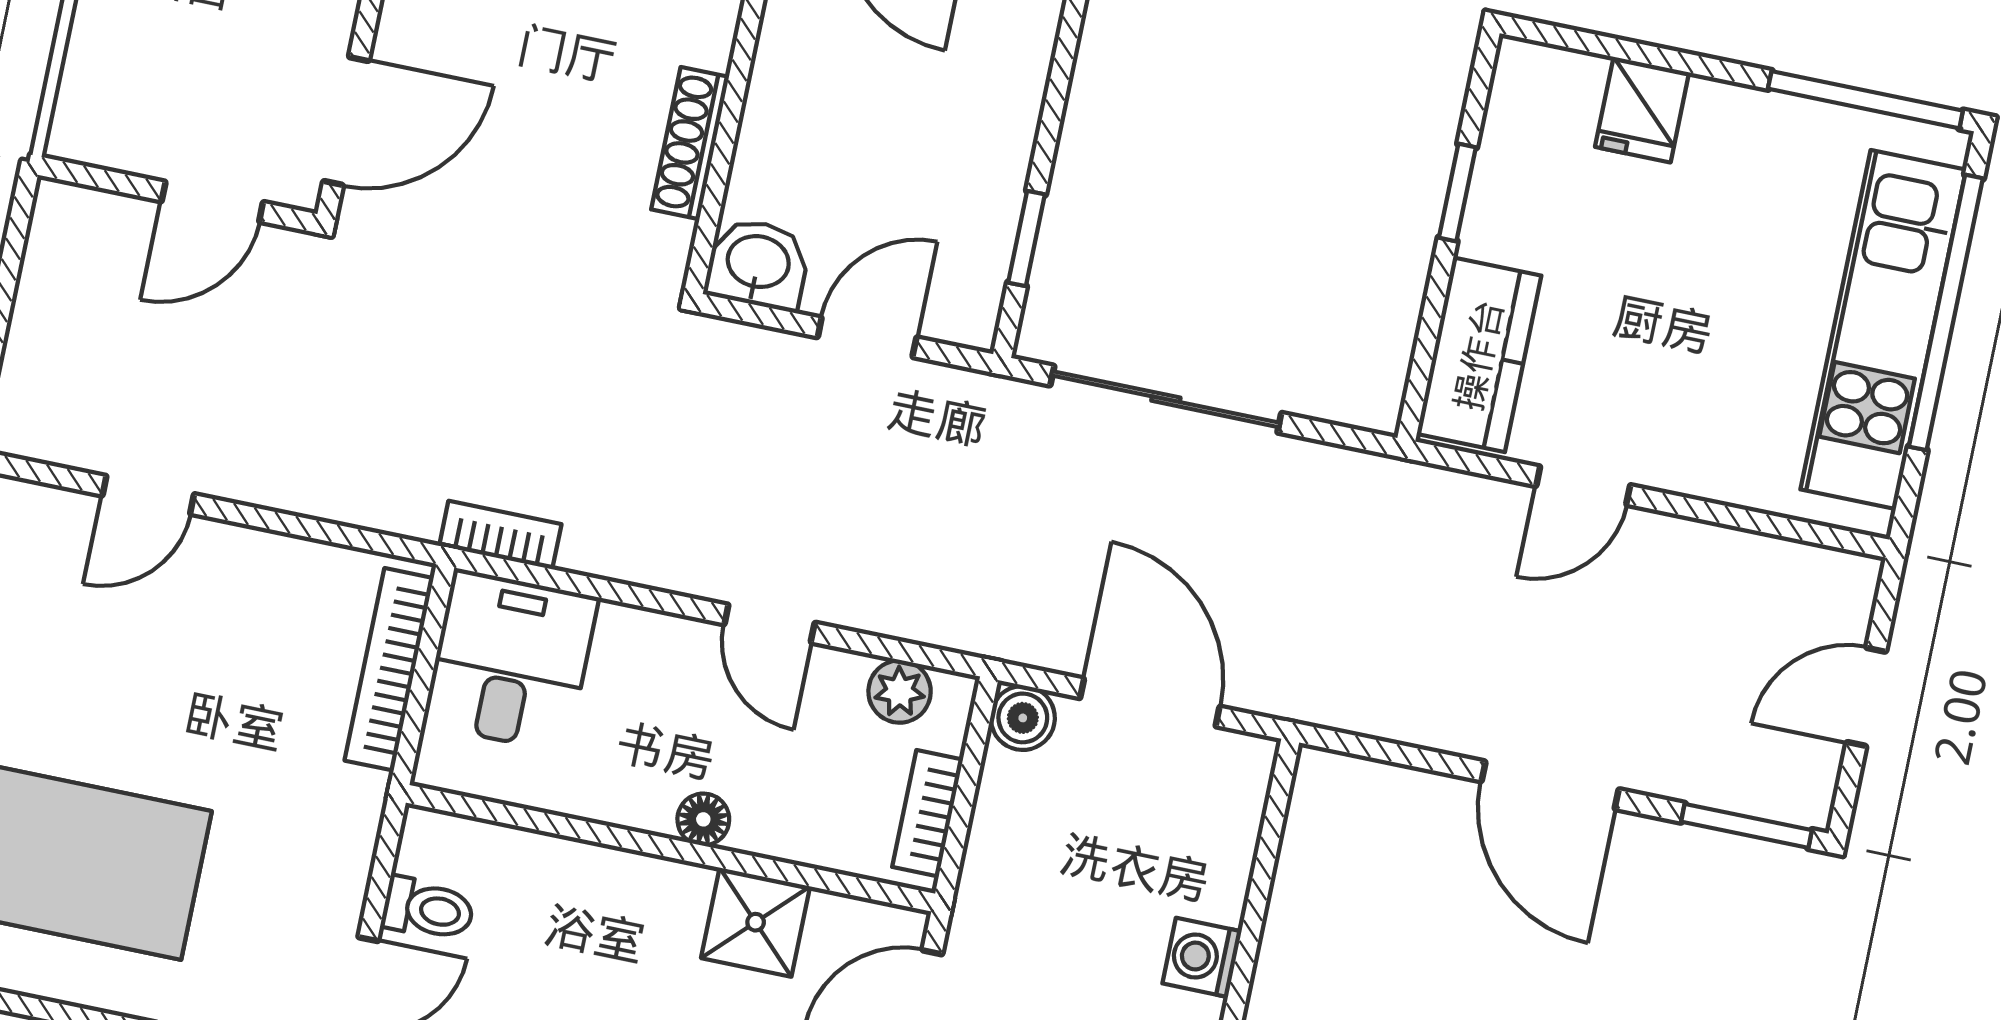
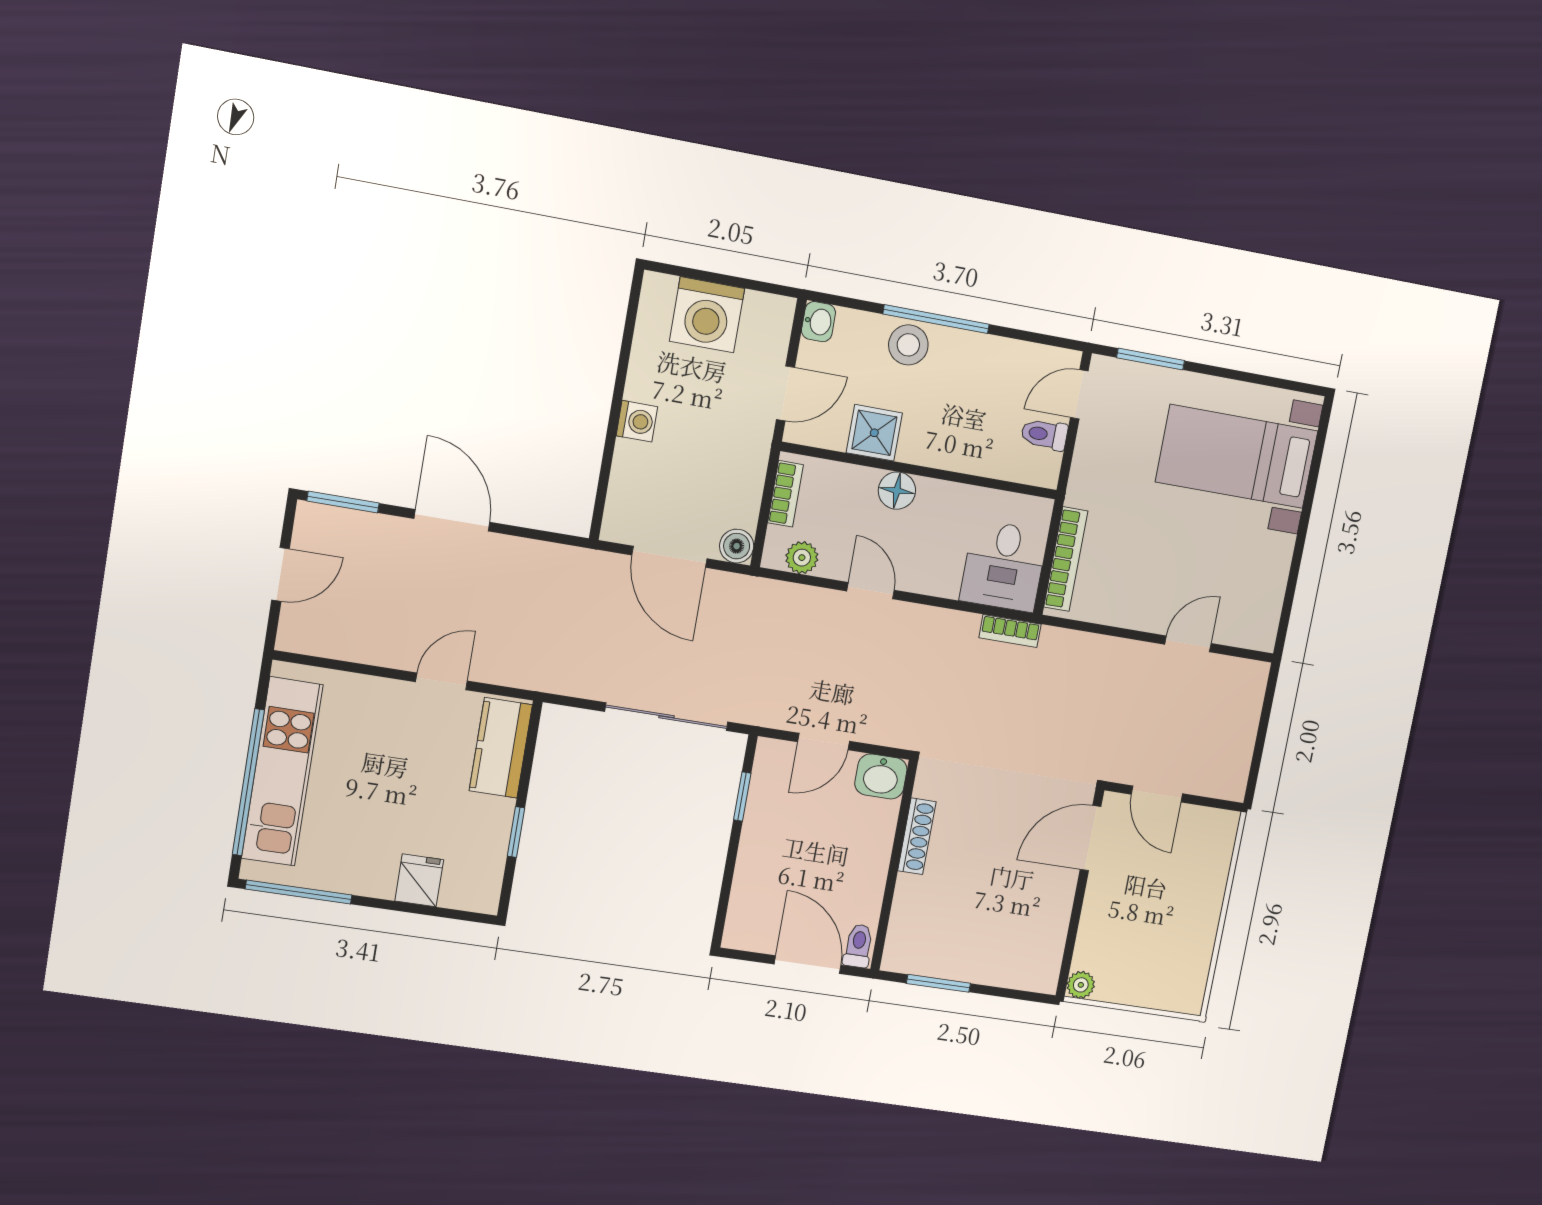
door: (212, 202) -> (1157, 794), swing flipped
floor lamp: (703, 819) -> (897, 491), width x1.37, depth x1.37

